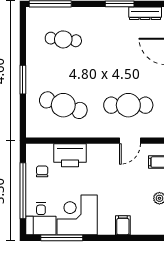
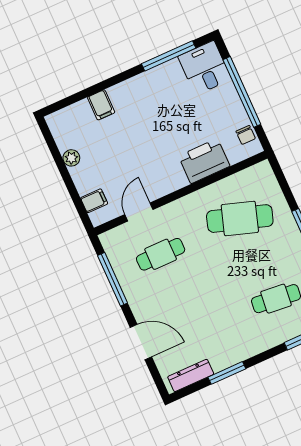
cafe table: (128, 105) -> (161, 254), width x0.73, depth x0.74
chair: (42, 171) -> (246, 135), moved
corner desk: (77, 215) -> (163, 92), removed

